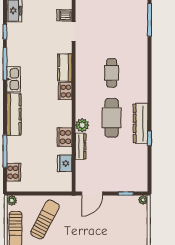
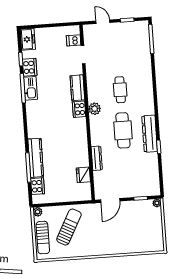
kitchen sink: (13, 79) -> (31, 88), moved
kitchen counter: (14, 114) -> (36, 158), moved
plant: (82, 125) -> (95, 109), moved
cooker: (64, 137) -> (30, 67), moved, turned 180

